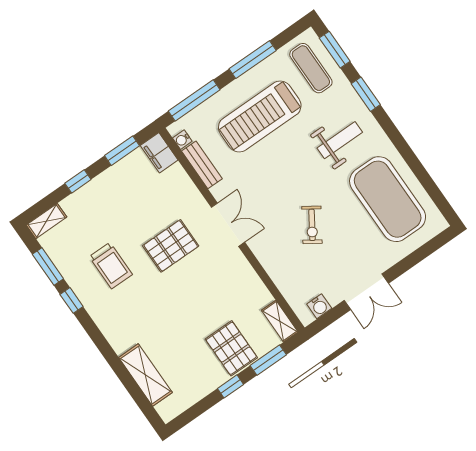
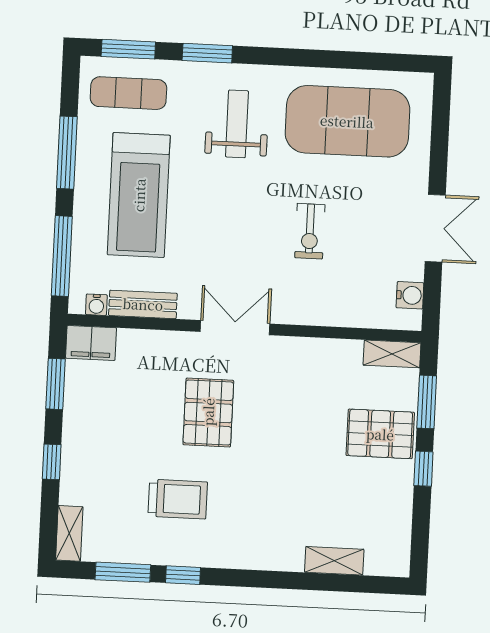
exercise bike: (312, 225) -> (310, 231), turned 57
shelving: (145, 375) -> (334, 561), width x0.67, depth x0.75

